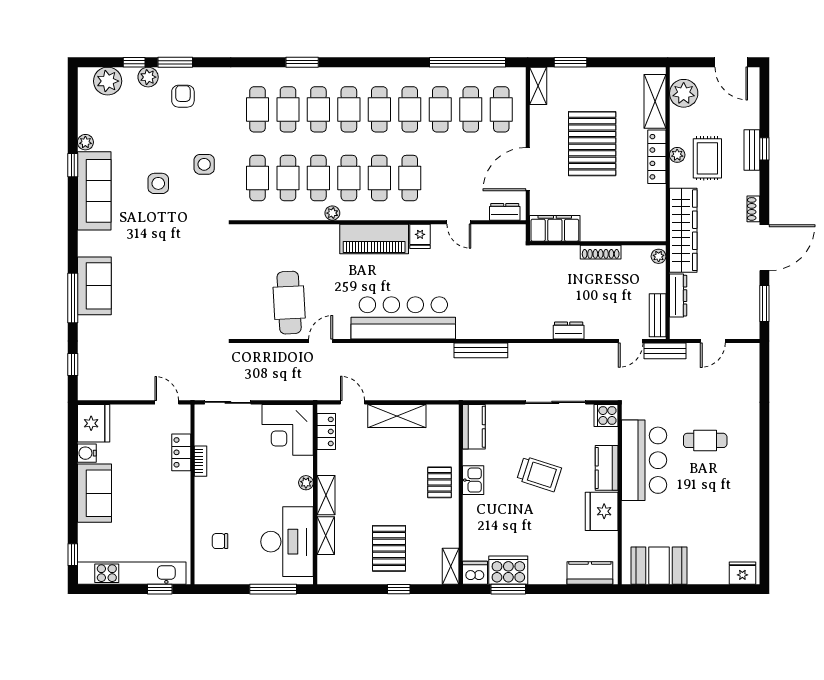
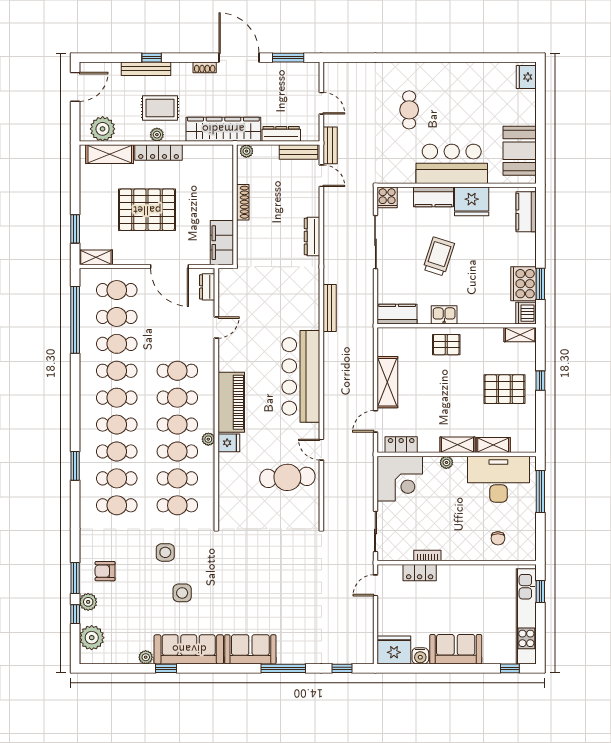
bench: (752, 150) -> (146, 69), width x1.36
fridge: (420, 236) -> (229, 443), moved
sofa: (94, 286) -> (250, 649), moved
dresser: (569, 331) -> (312, 236), width x1.44
bar counter: (644, 460) -> (452, 164), moved

